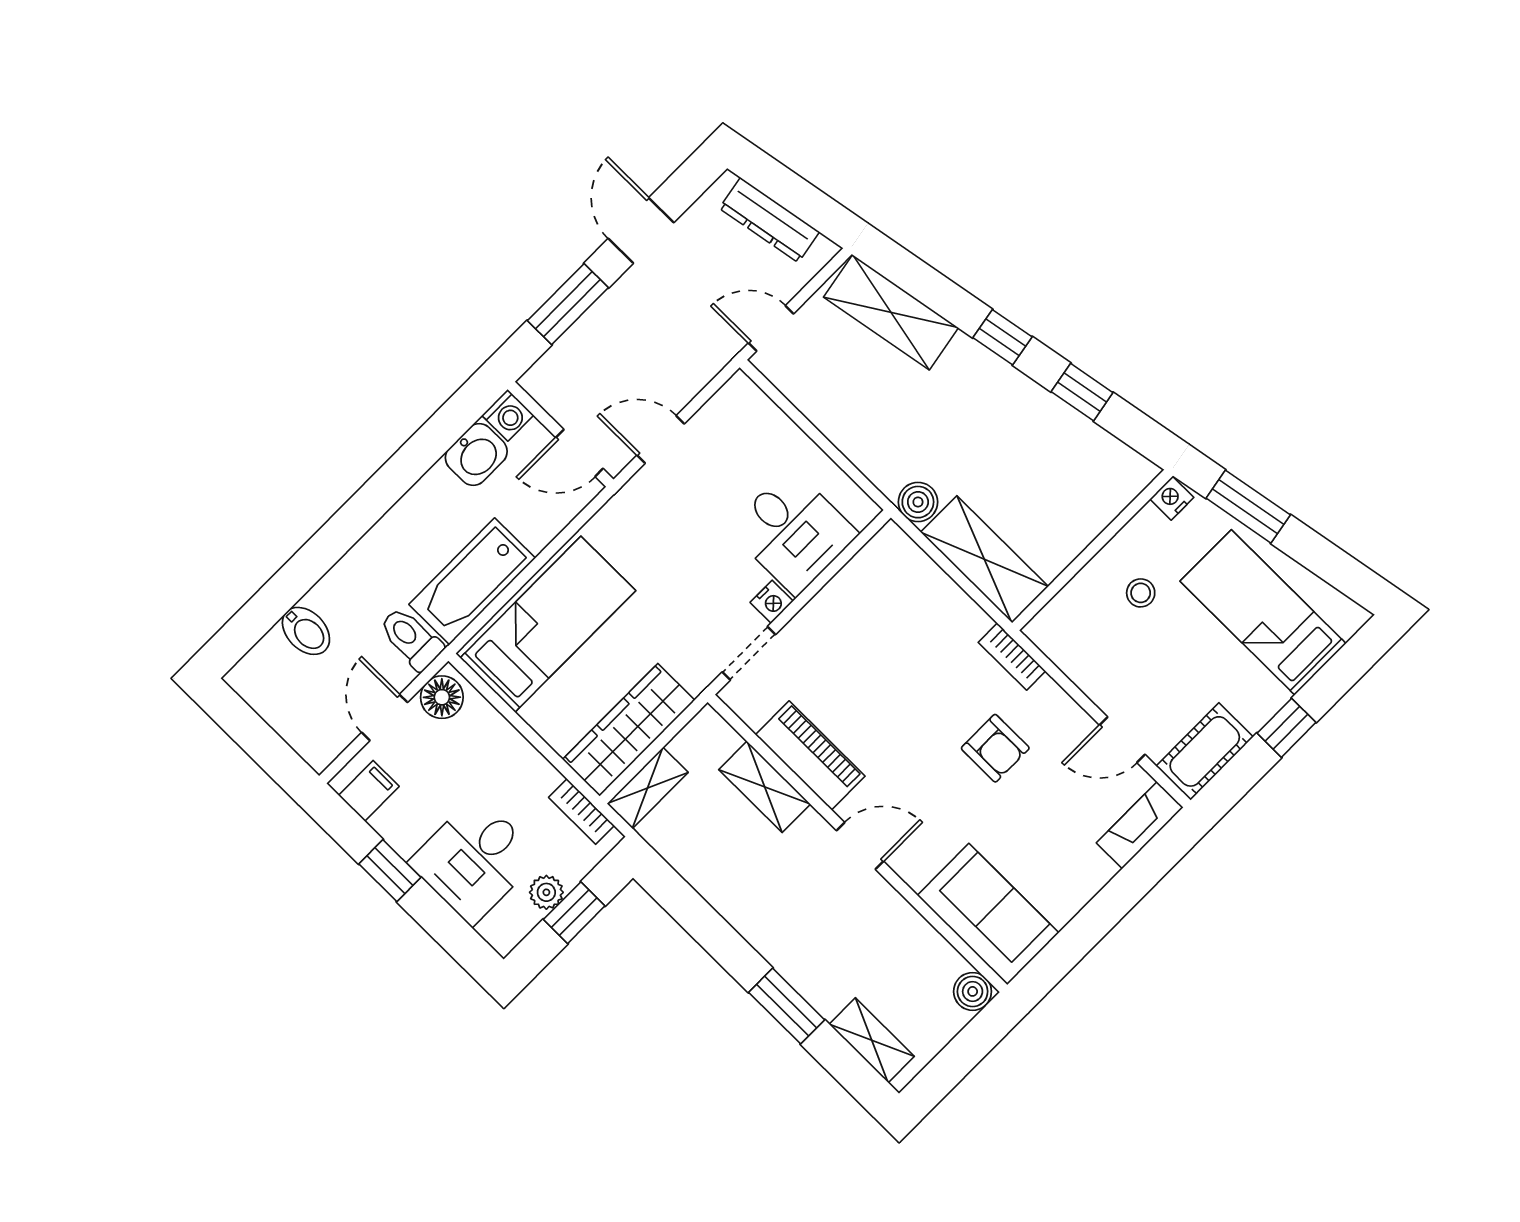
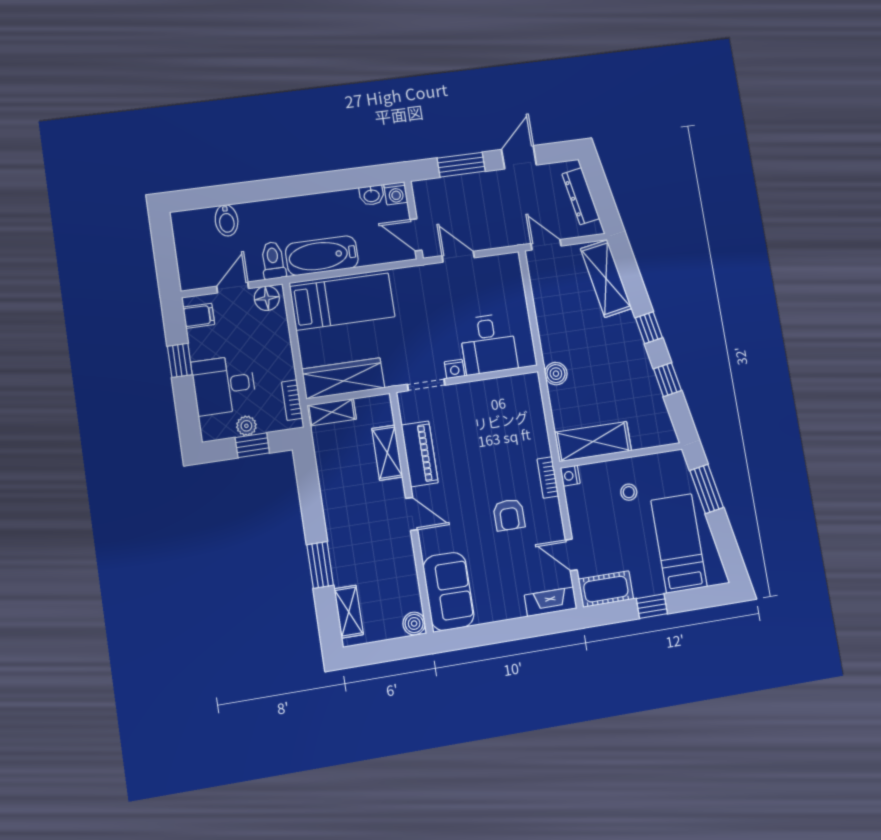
washbasin: (476, 455) -> (372, 195), width x0.72, depth x0.69
nightstand: (1172, 498) -> (570, 476), moved, turned -90
shelving: (984, 559) -> (593, 442), moved, turned 90

